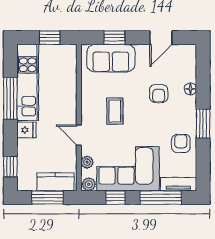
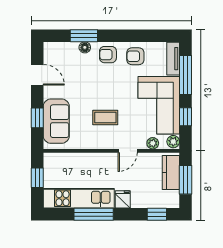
armchair: (159, 93) -> (108, 55), moved, turned 180
window: (203, 124) -> (84, 36), moved

